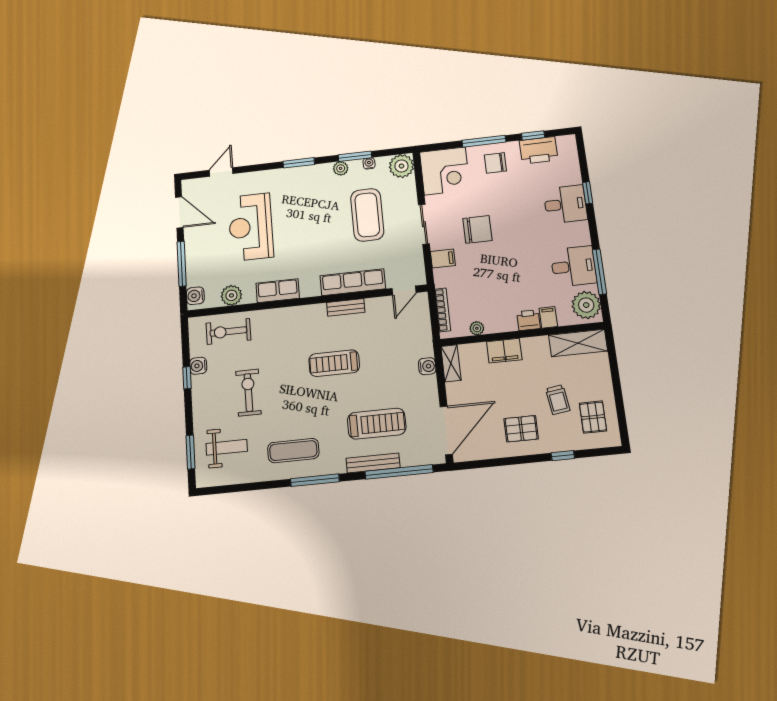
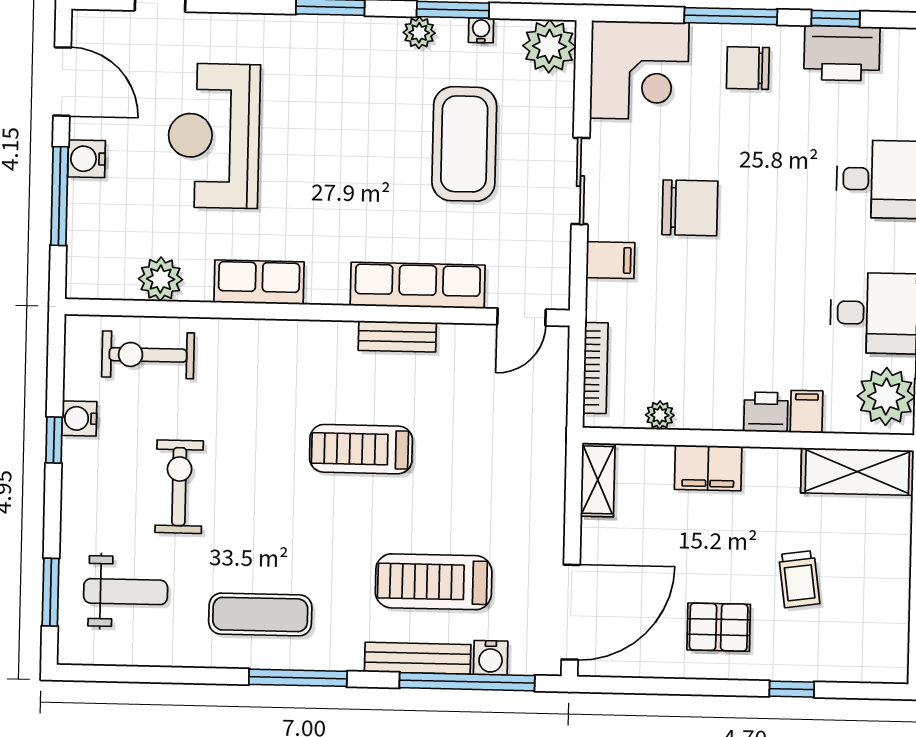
water cooler: (195, 296) -> (86, 159), moved
water cooler: (427, 366) -> (491, 658), moved, turned 90
pallet: (593, 417) -> (862, 622), removed
treadmill: (377, 424) -> (434, 582), turned 180

